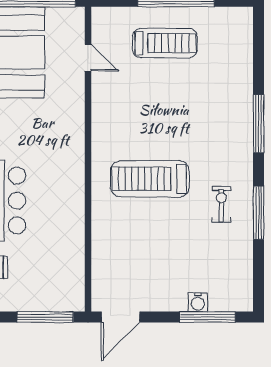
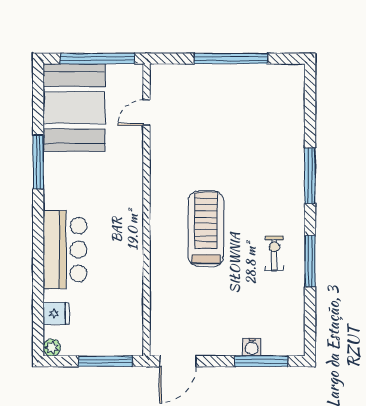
treadmill: (165, 43) -> (220, 99), removed
door: (88, 58) -> (146, 113), swing flipped
treadmill: (150, 179) -> (206, 229), turned 90

